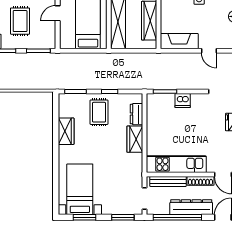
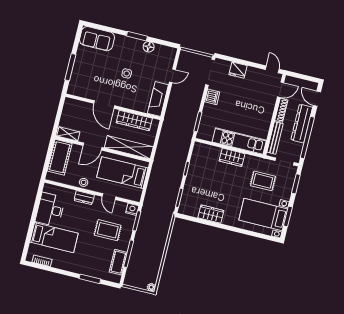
nightstand: (50, 43) -> (132, 209), added
dishwasher: (183, 101) -> (212, 97), moved
rug: (99, 112) -> (263, 181), moved
dresser: (136, 114) -> (211, 151), removed
kitchen unit: (176, 164) -> (239, 141), moved, turned 90

